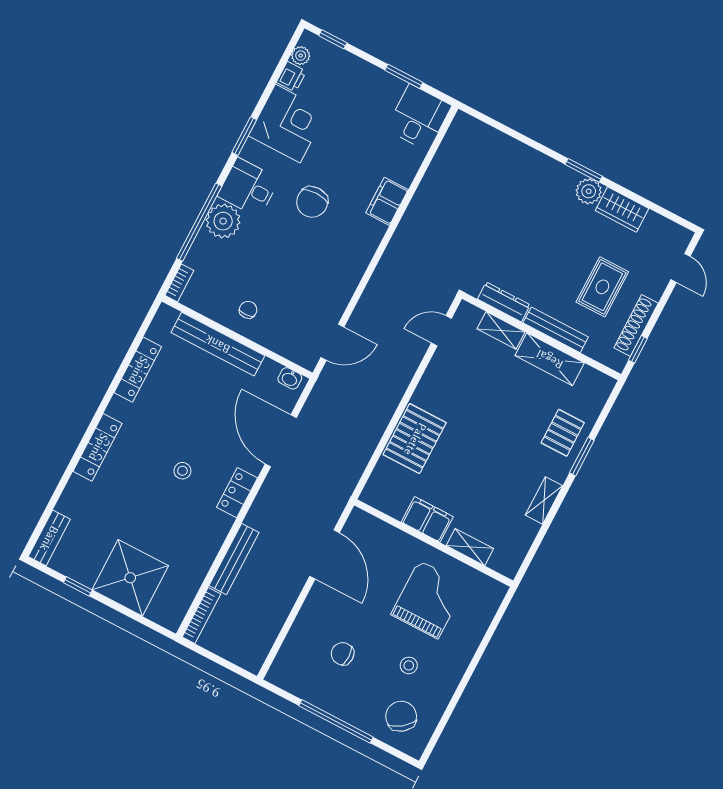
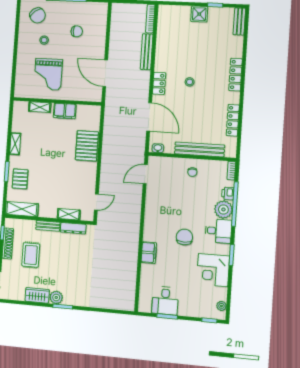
printer: (291, 77) -> (228, 193), moved
desk: (419, 117) -> (165, 301), moved
bench: (556, 330) -> (48, 226), width x0.73
shelving: (550, 359) -> (22, 209), moved
shower: (130, 578) -> (199, 14), width x0.54, depth x0.54

